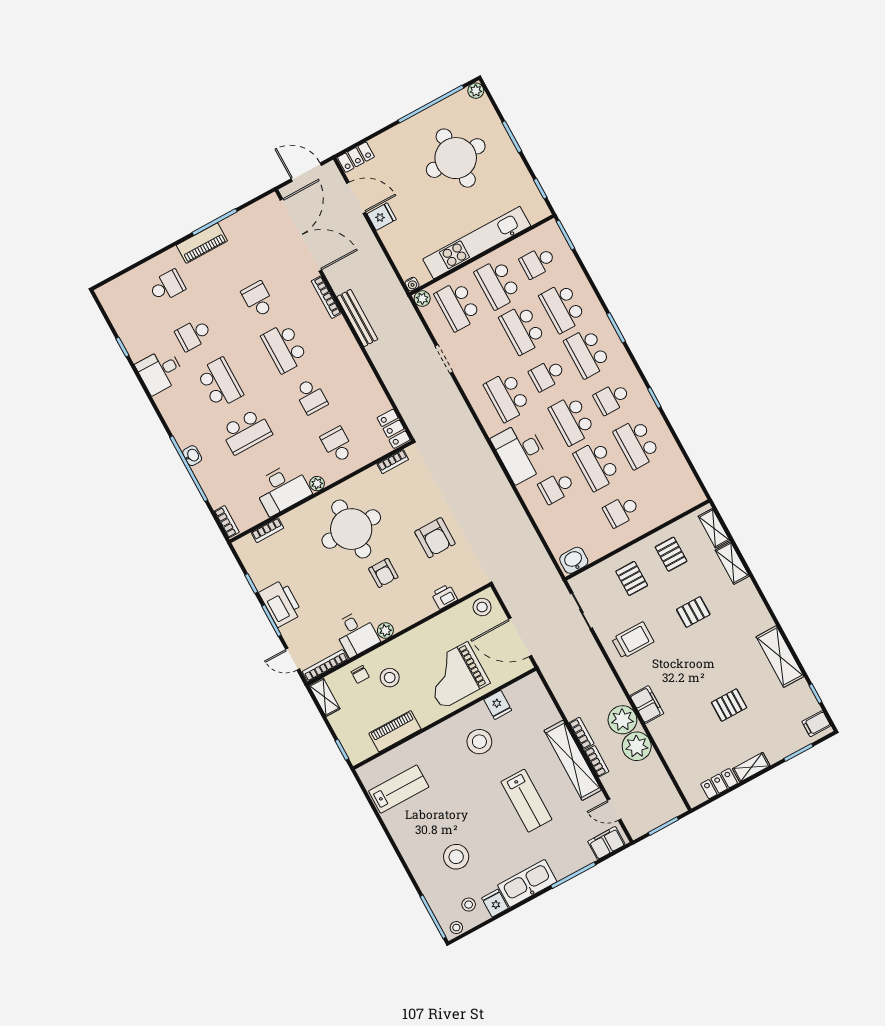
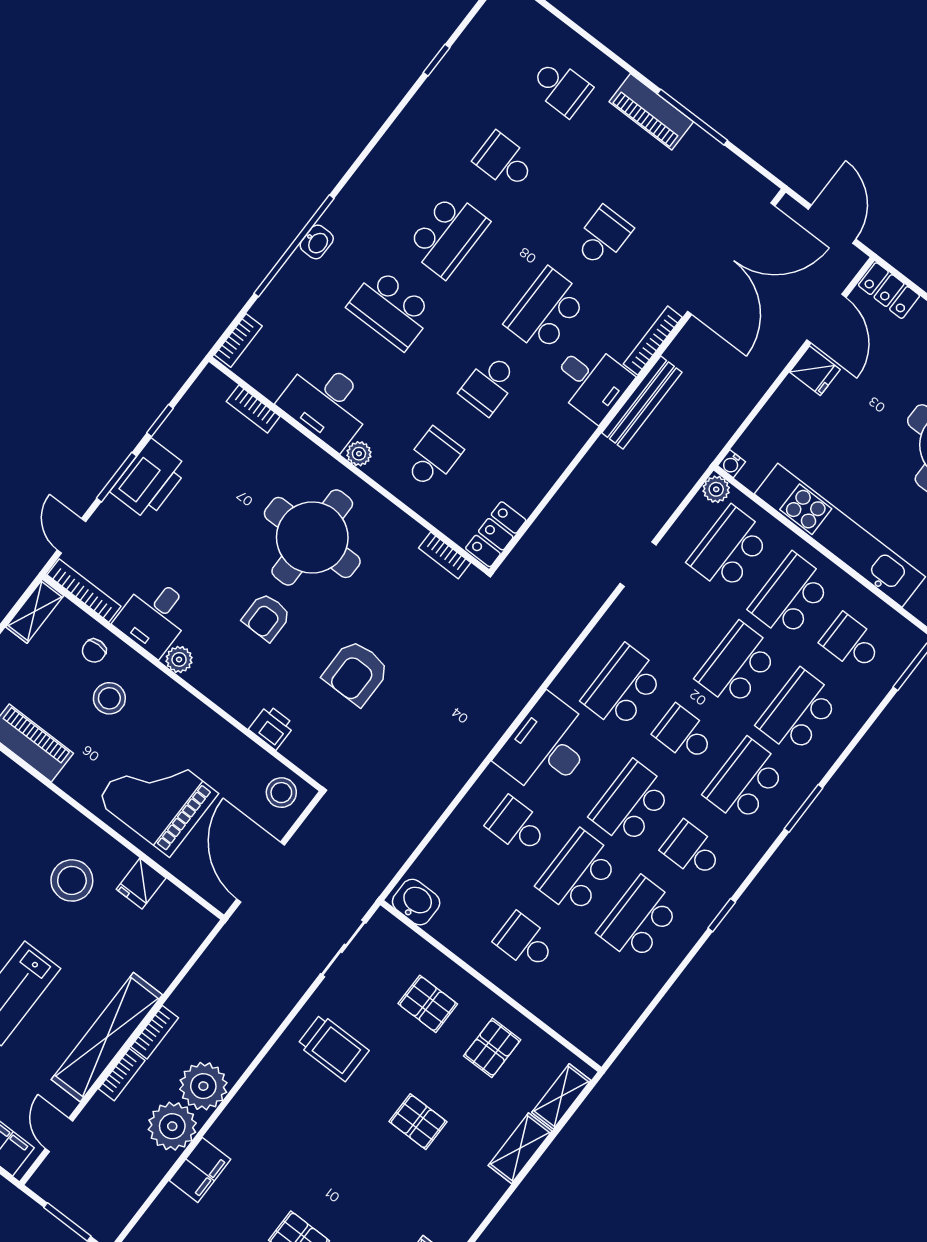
desk: (160, 371) -> (591, 381), moved, turned 180
pallet: (632, 578) -> (428, 1004), turned 90
filing cabinet: (647, 705) -> (200, 1170), moved

